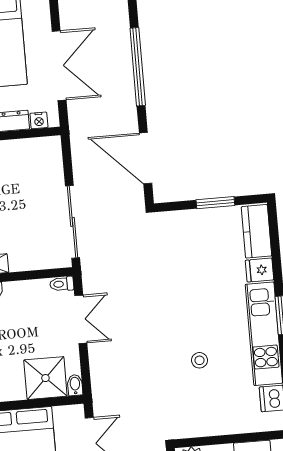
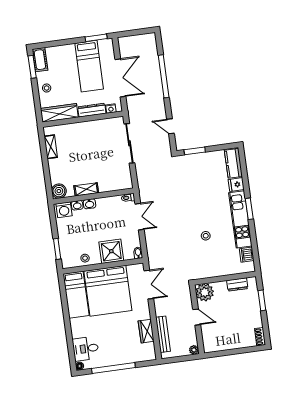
door: (146, 158) -> (170, 126), width x0.53
window: (215, 203) -> (195, 151), moved
sliding door: (72, 222) -> (129, 143), moved
shower: (45, 378) -> (111, 251), moved

